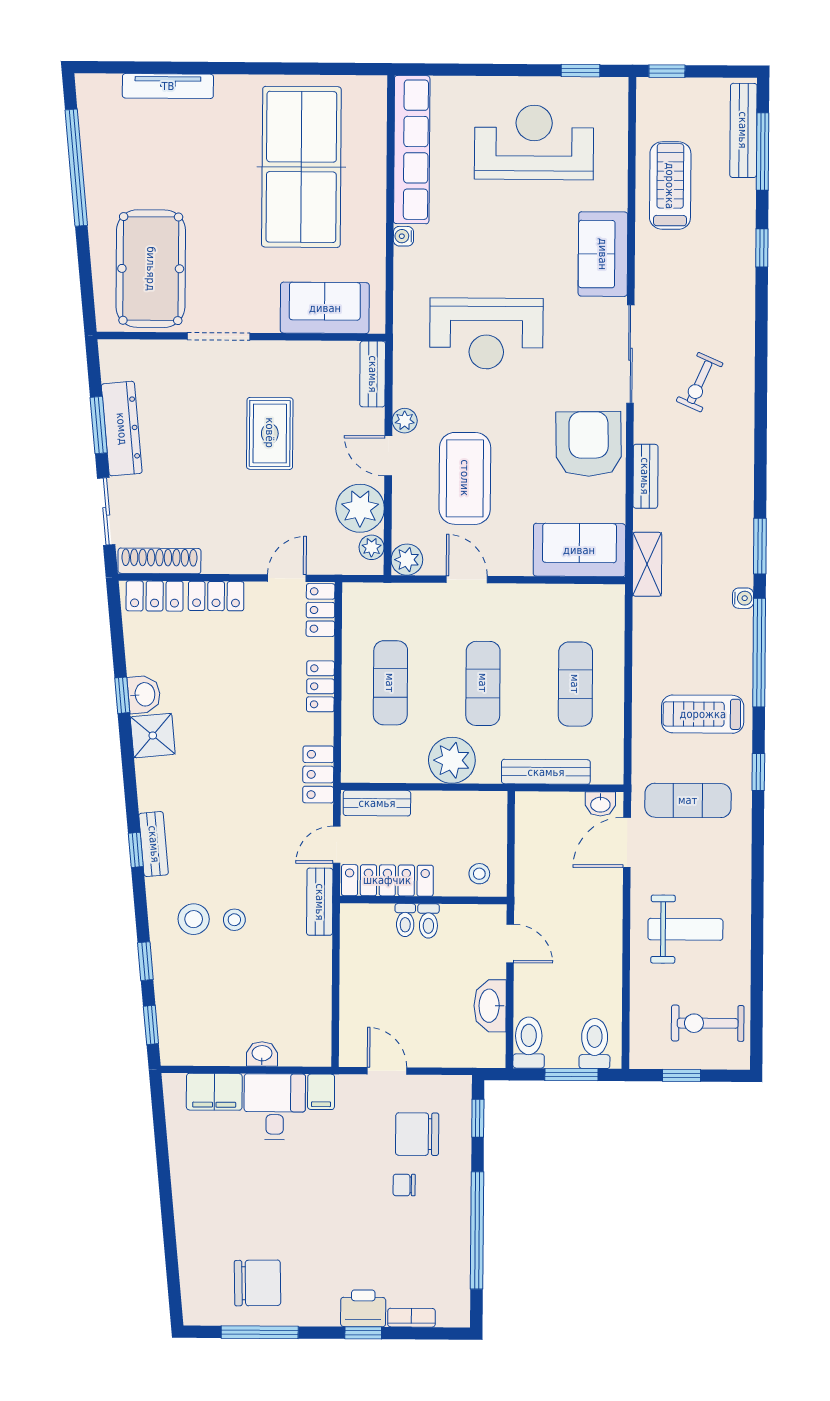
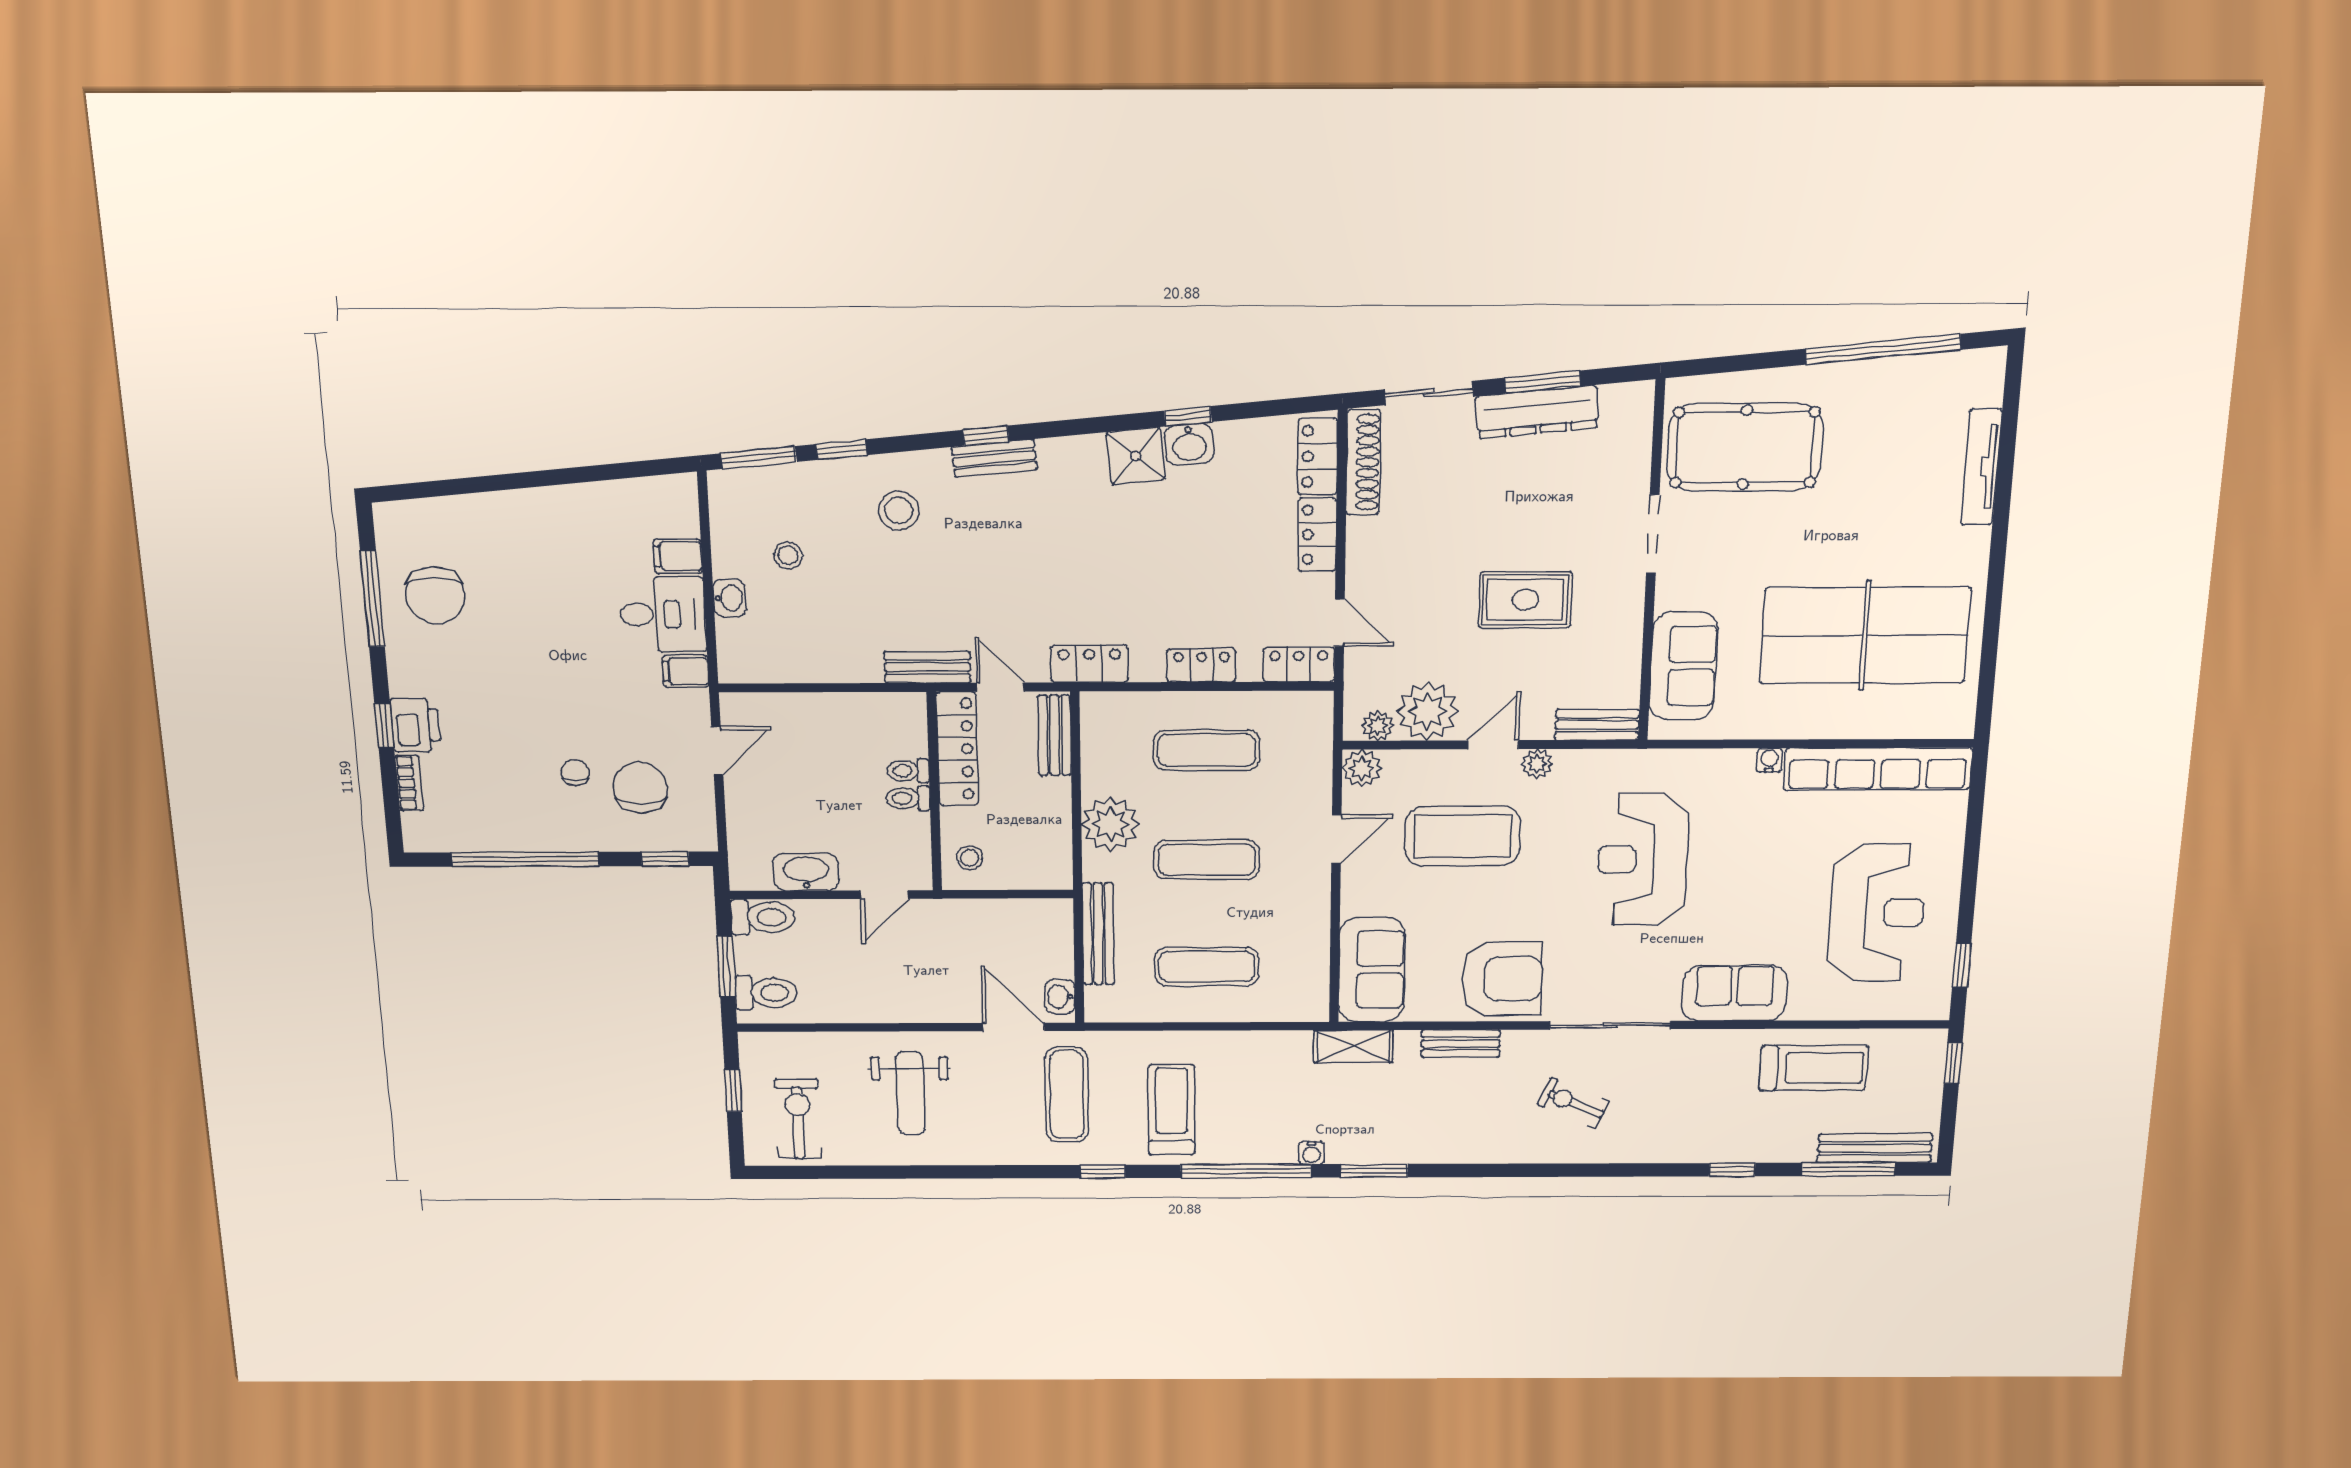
stool: (234, 920) -> (788, 555), moved
window: (151, 1025) -> (759, 458), width x1.50
filing cabinet: (214, 1092) -> (678, 556), width x0.50

